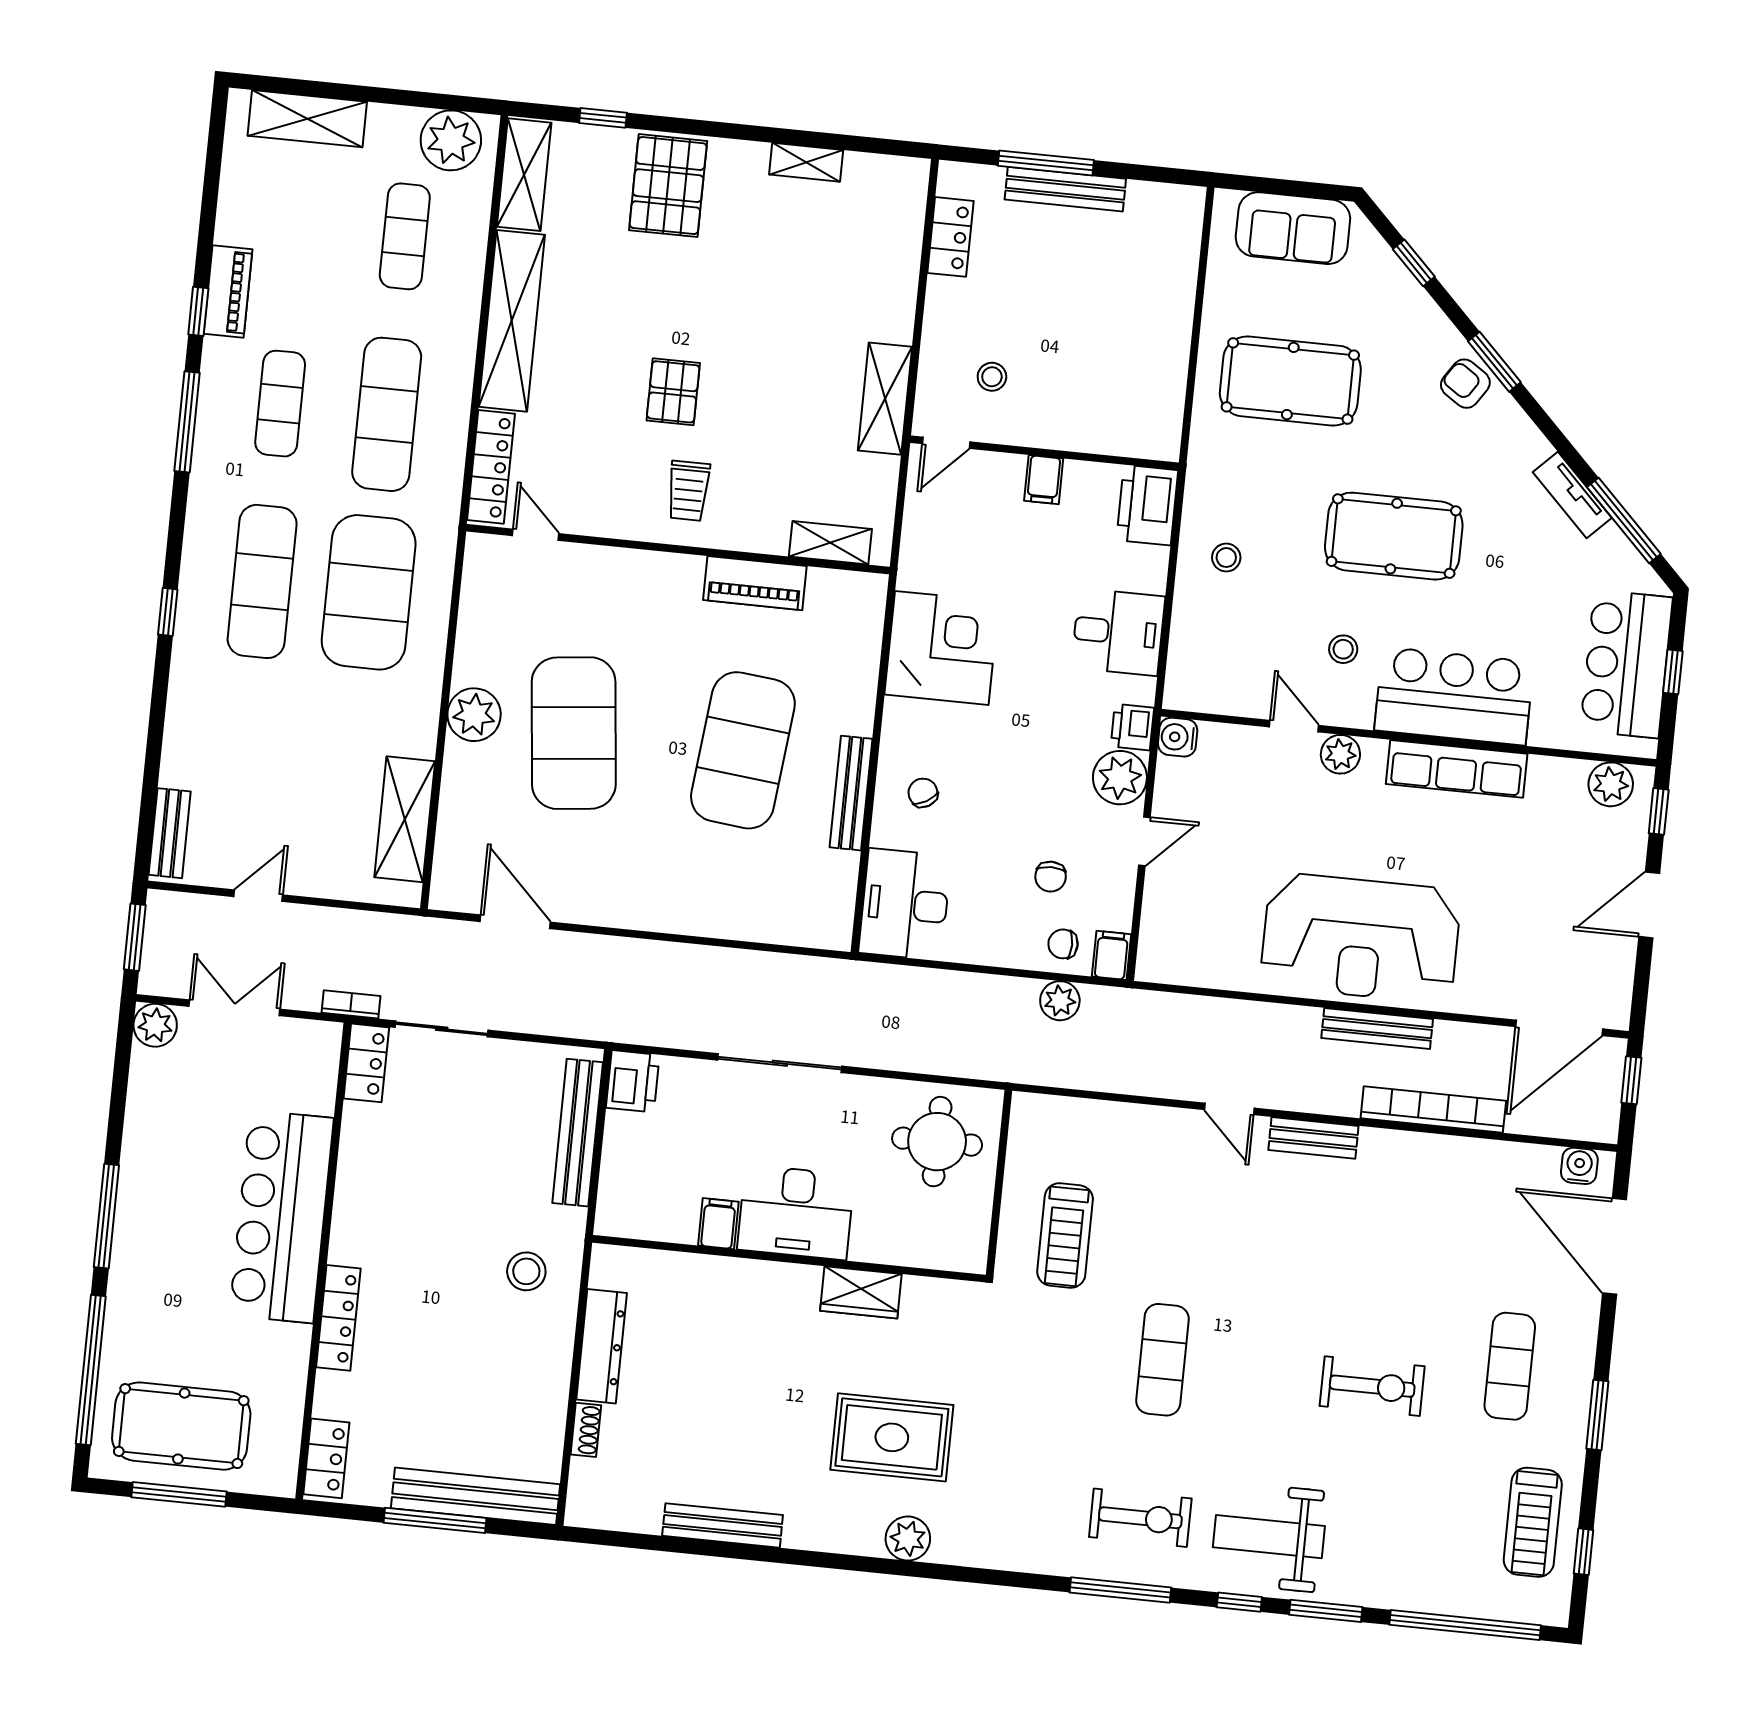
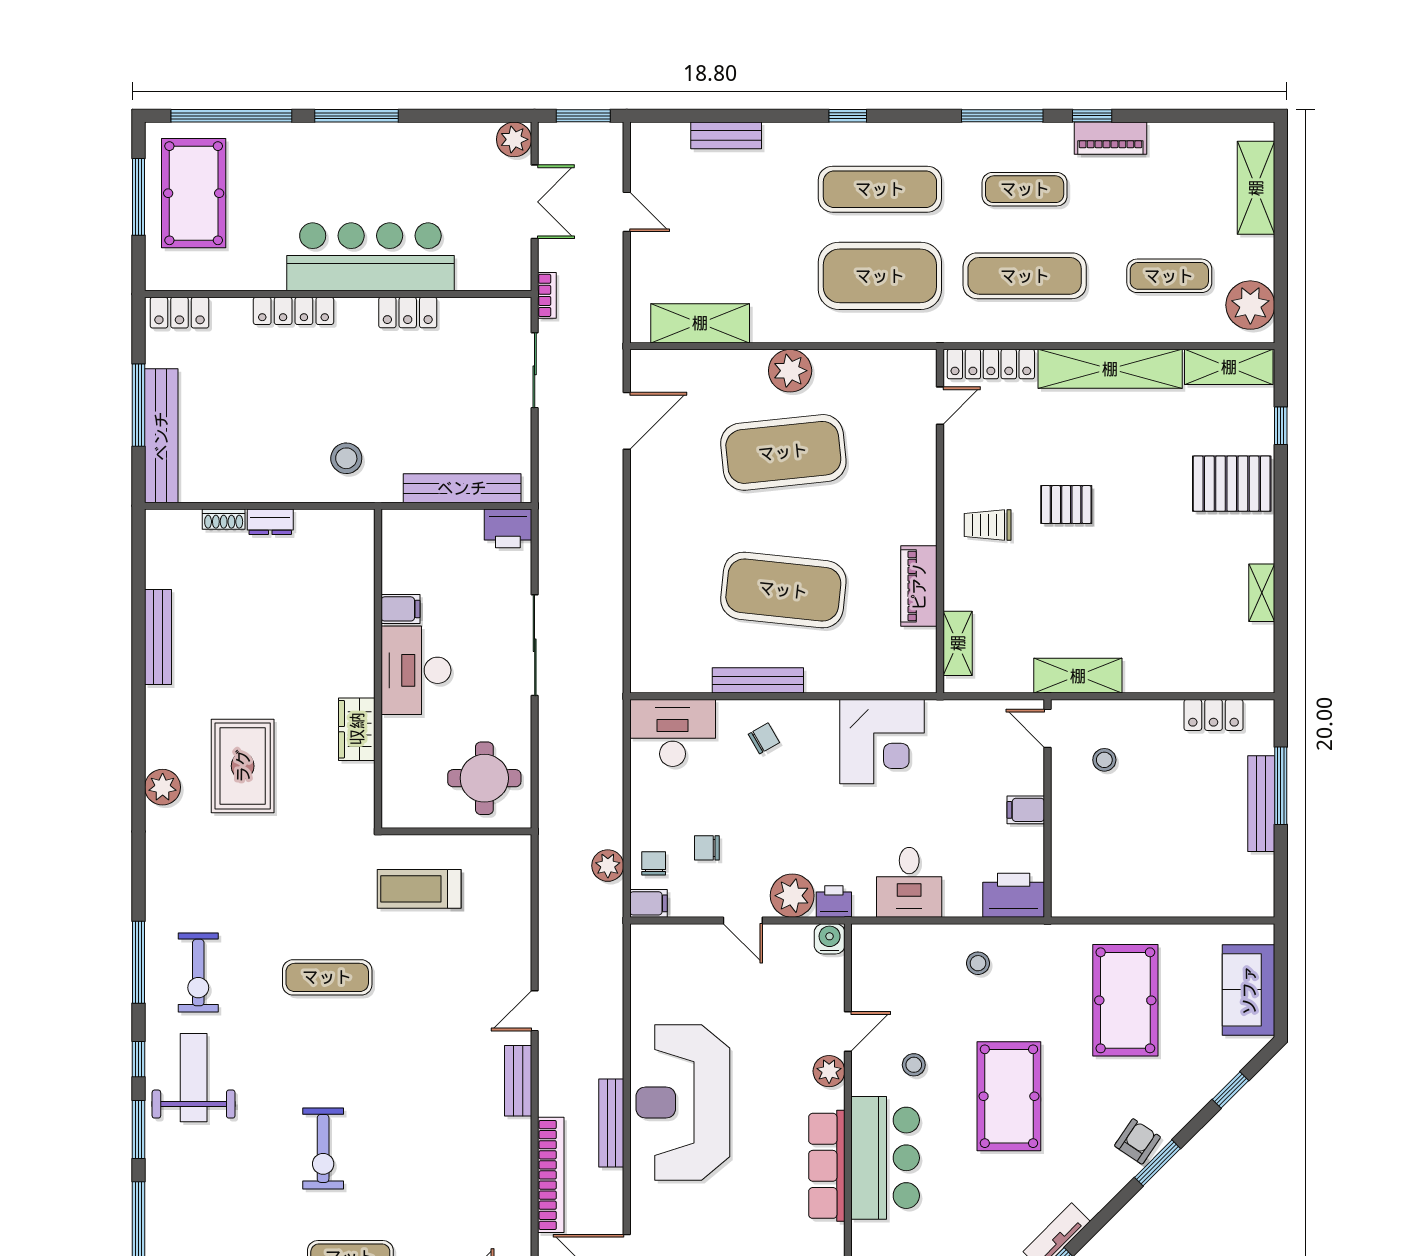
bench: (170, 833) -> (726, 135), moved
locker: (366, 1063) -> (408, 312), moved
dresser: (602, 1346) -> (270, 522), width x0.51, depth x0.80

